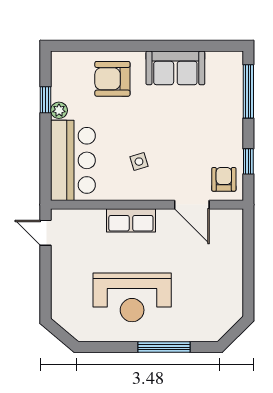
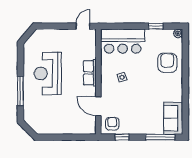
sofa: (175, 68) -> (173, 118), moved
plant: (59, 110) -> (178, 33), moved
armchair: (224, 179) -> (112, 124), turned -90
door: (192, 205) -> (98, 106), hinge flipped

